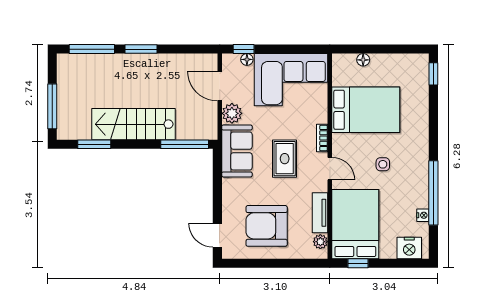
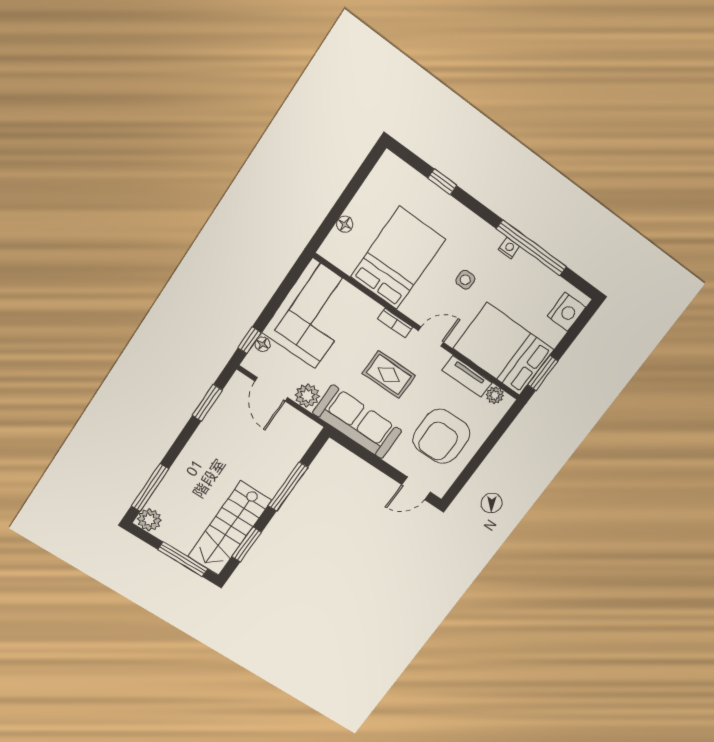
window: (141, 49) -> (207, 403), moved
plant: (67, 64) -> (149, 520), added
window: (433, 74) -> (442, 182), moved
door: (220, 86) -> (271, 389), hinge flipped
stairs: (134, 124) -> (229, 529), moved
window: (185, 144) -> (288, 487), moved
sofa: (237, 151) -> (357, 422), width x1.36
nightstand: (423, 215) -> (509, 248), moved
window: (358, 263) -> (543, 373), width x1.50

